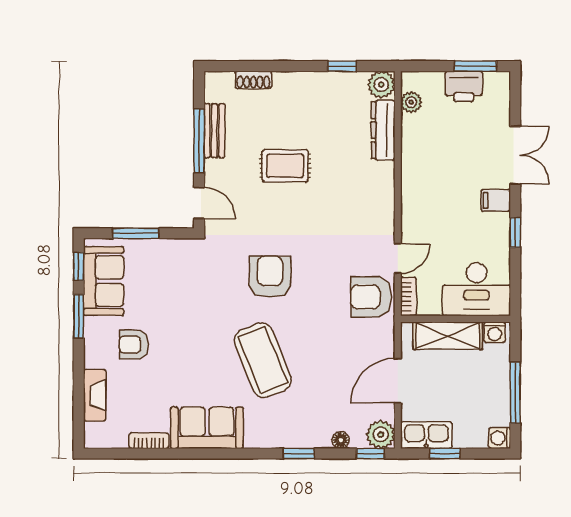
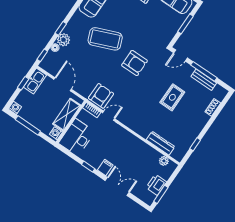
plant: (381, 85) -> (178, 154), removed
double door: (515, 155) -> (117, 186), swing flipped
door: (398, 258) -> (109, 116), swing flipped
plant: (381, 434) -> (64, 40), moved

